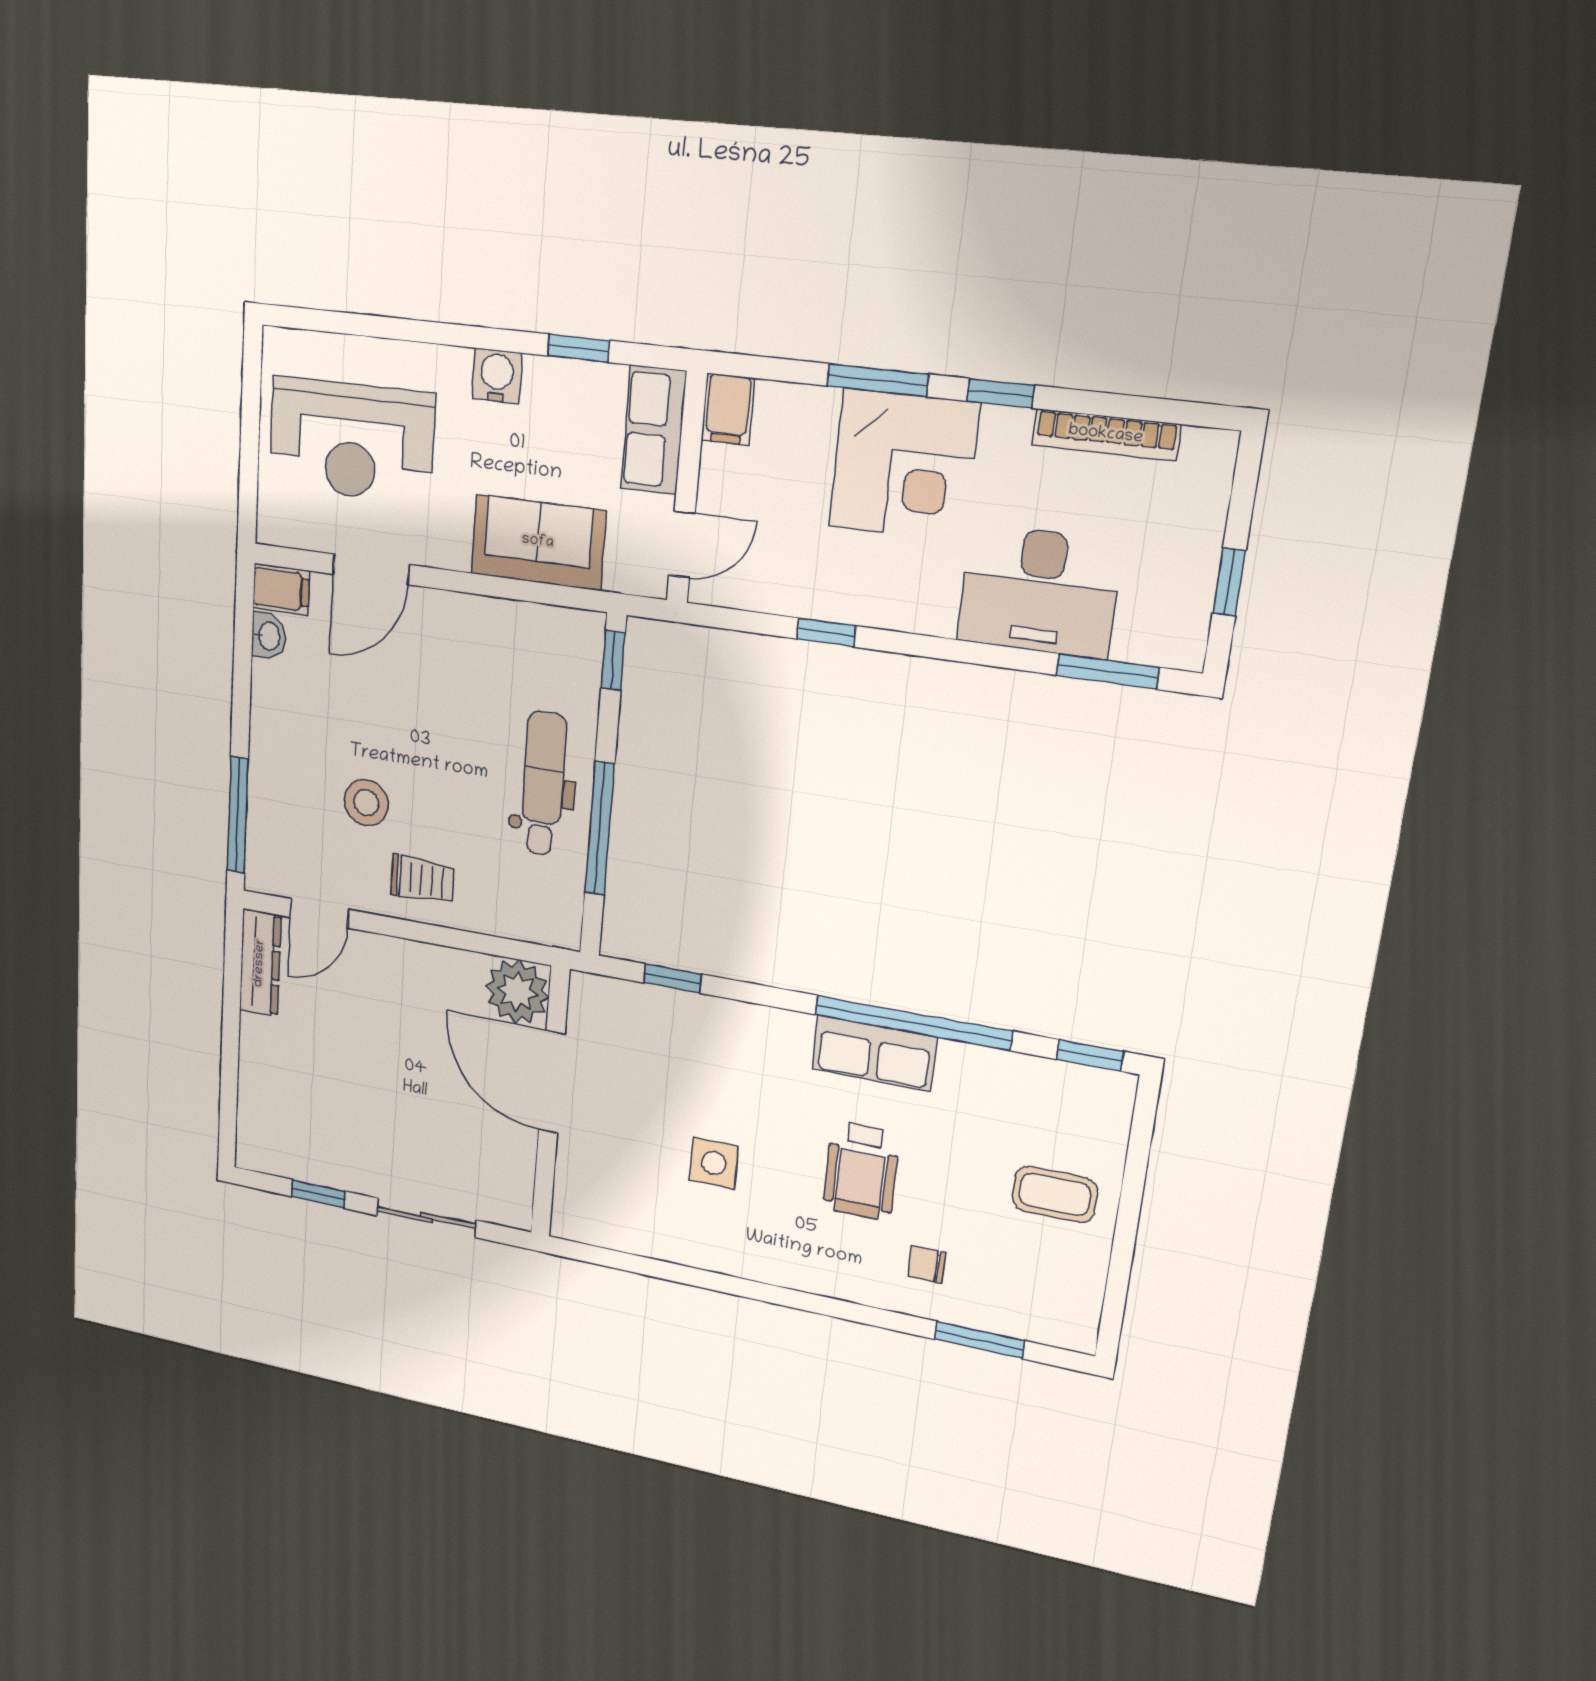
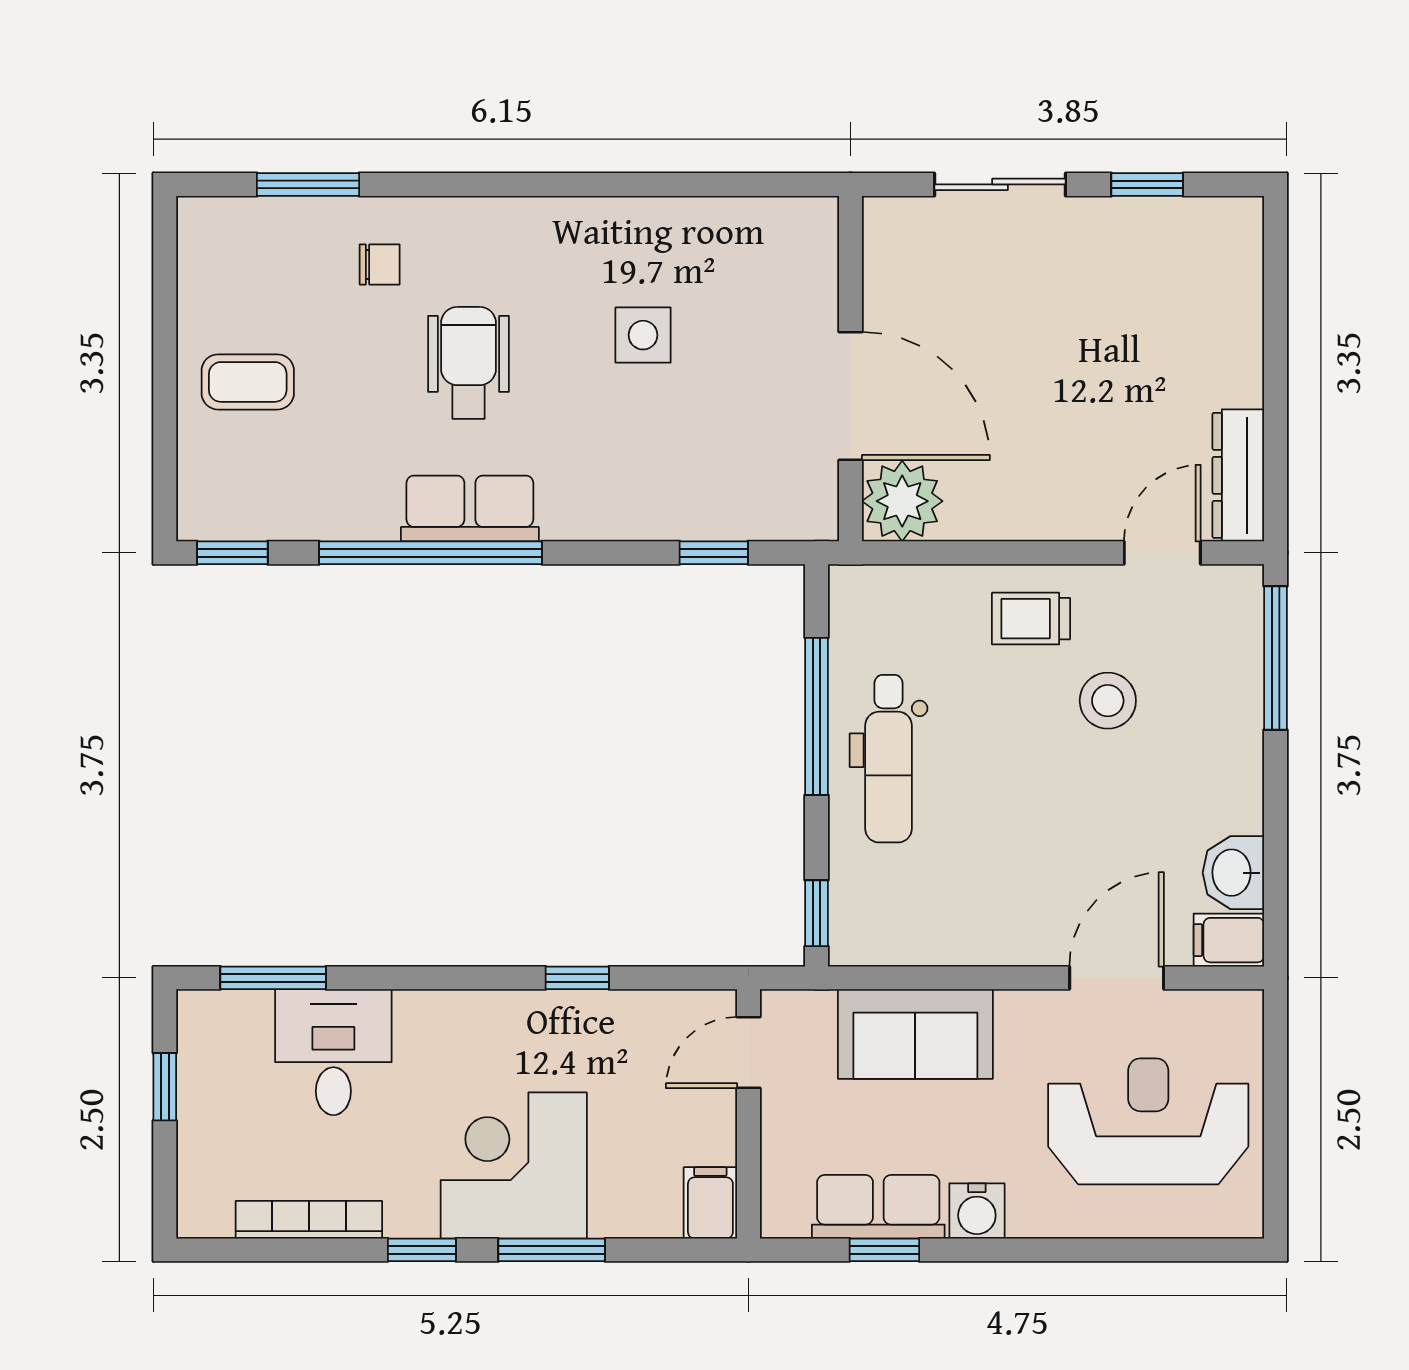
row of seats: (654, 430) -> (878, 1207), moved, turned -90
desk: (1039, 591) -> (333, 1052), width x0.73
washbasin: (268, 636) -> (1233, 873), width x1.38, depth x1.45

